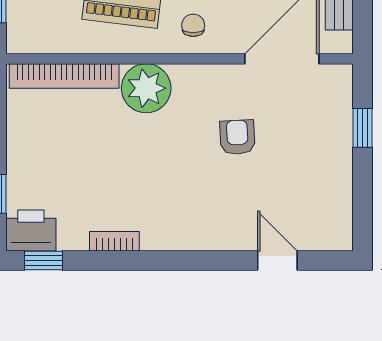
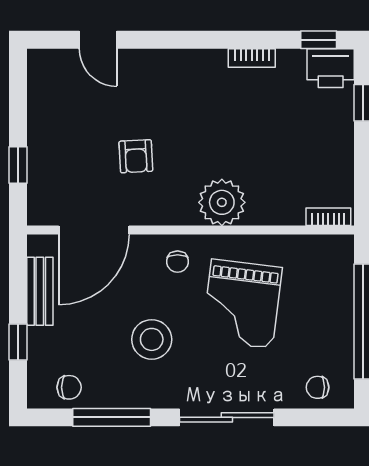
bookcase: (64, 76) -> (328, 217), width x0.43, depth x0.76

